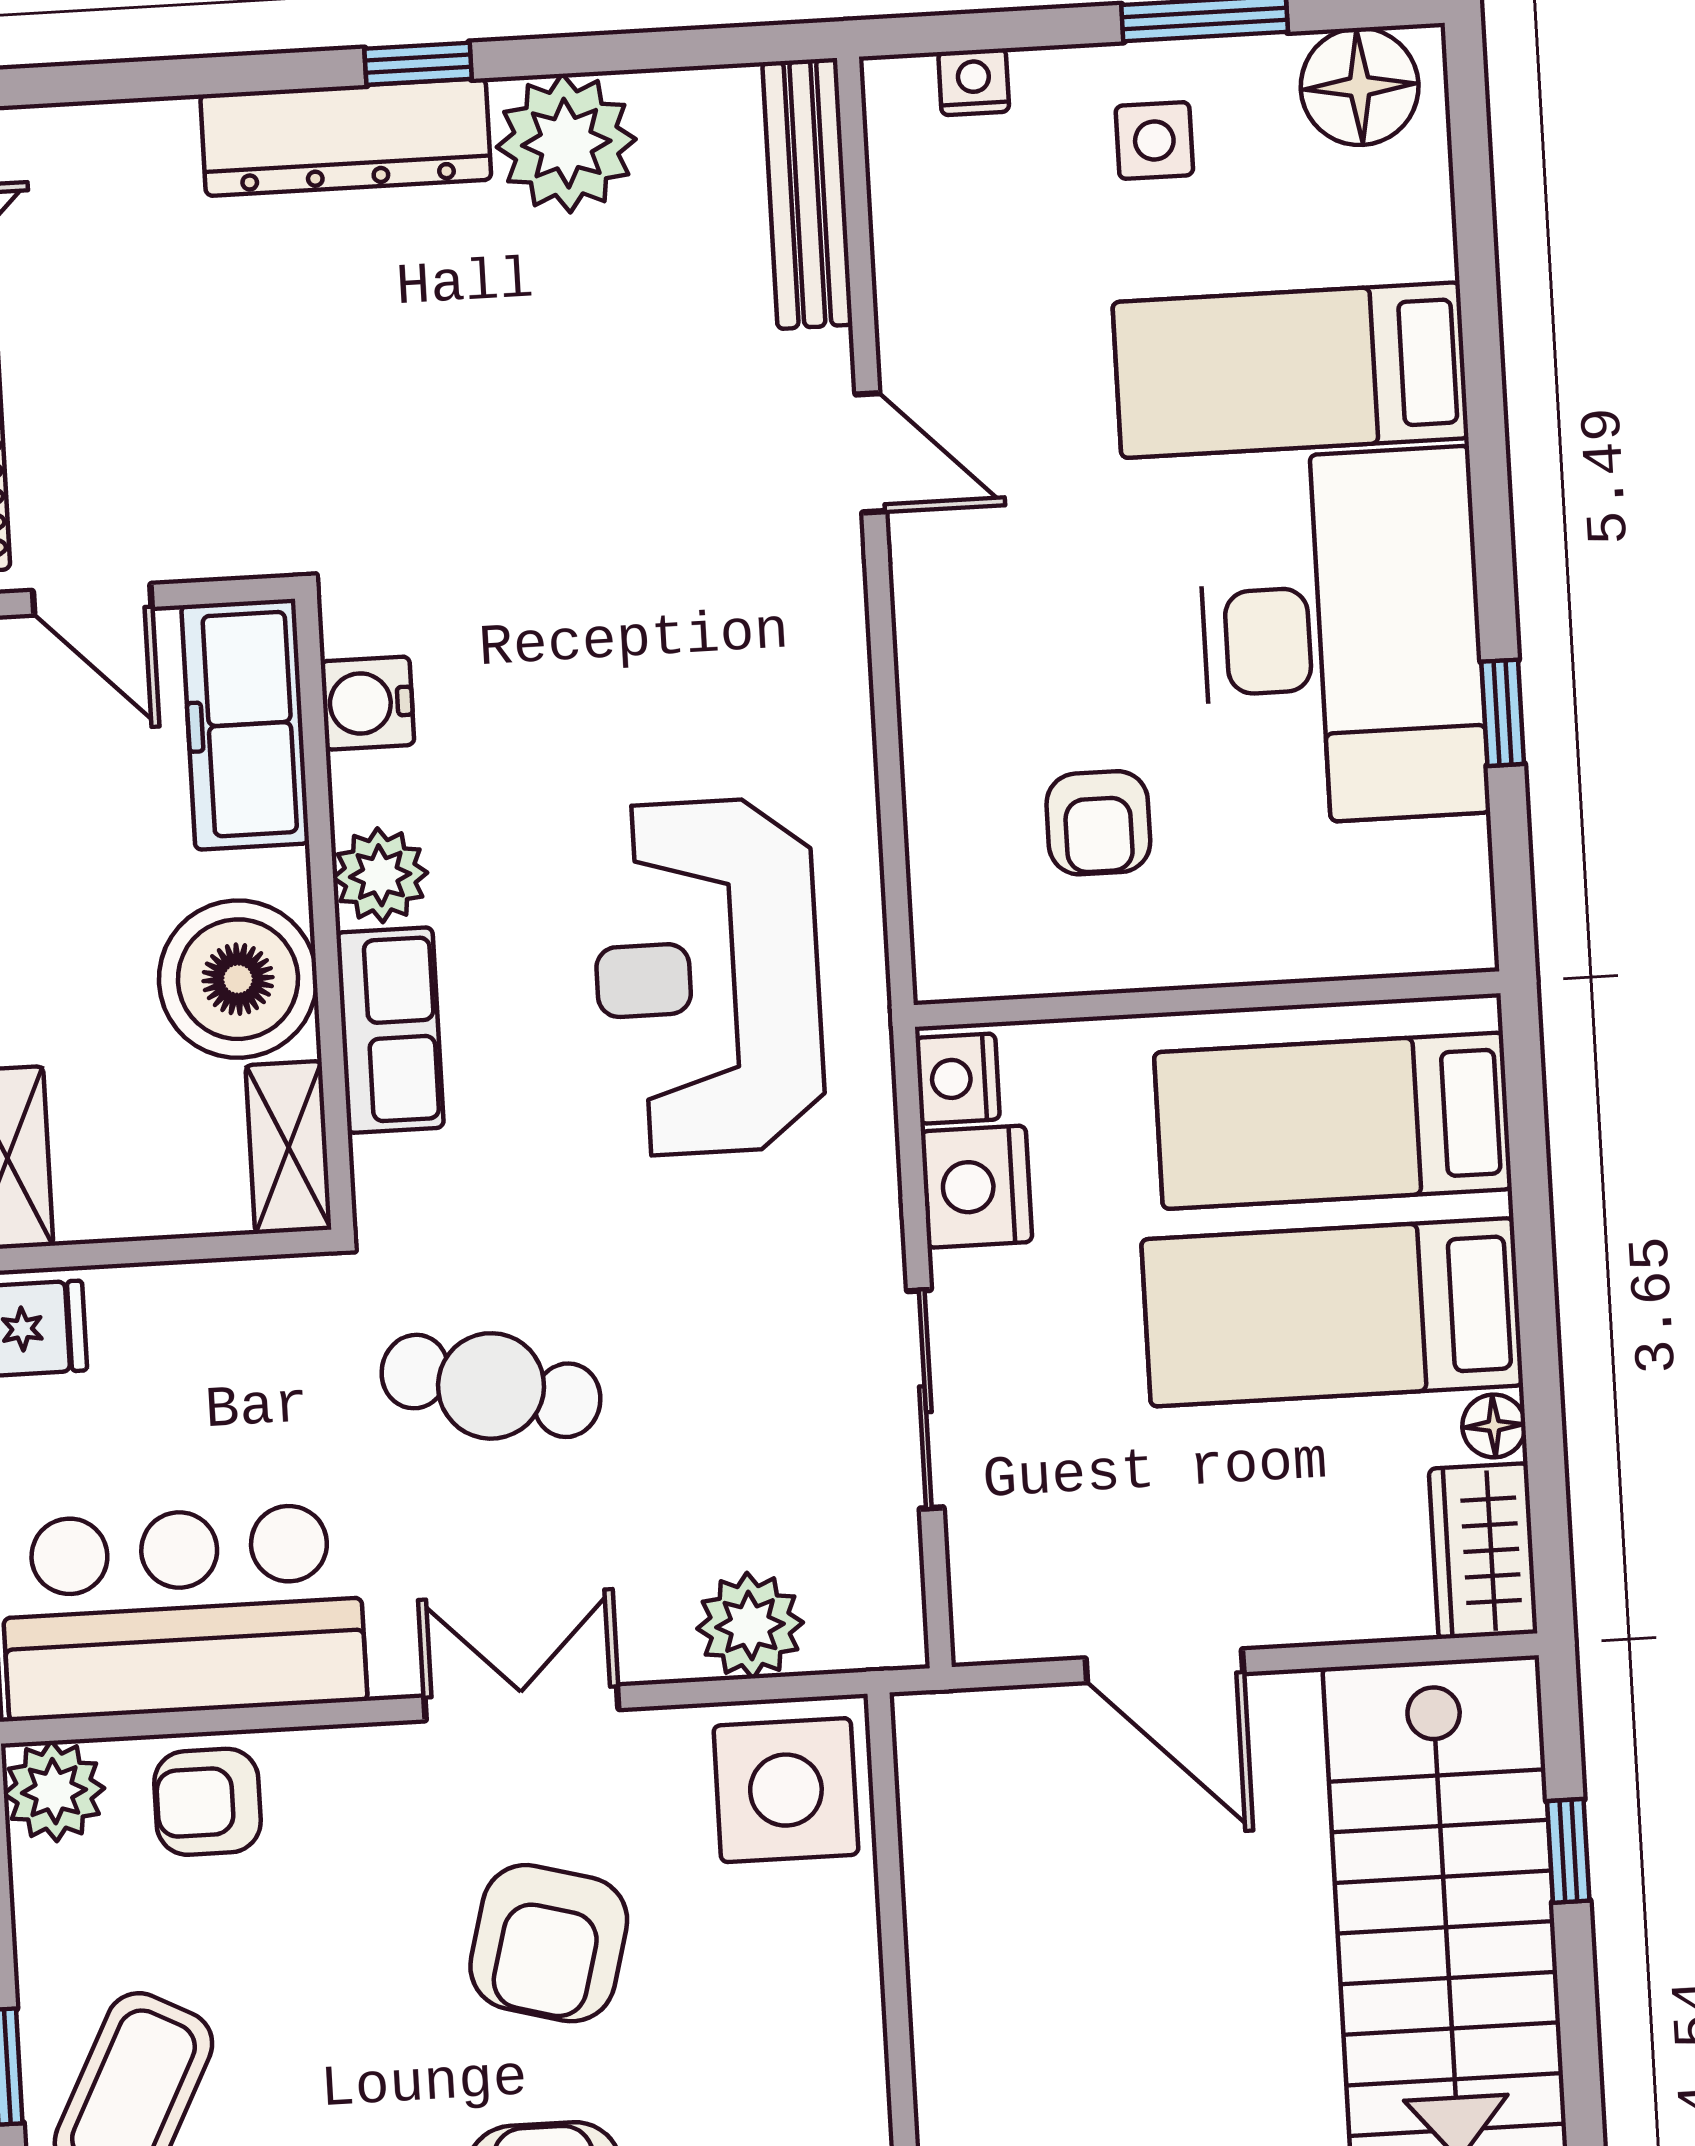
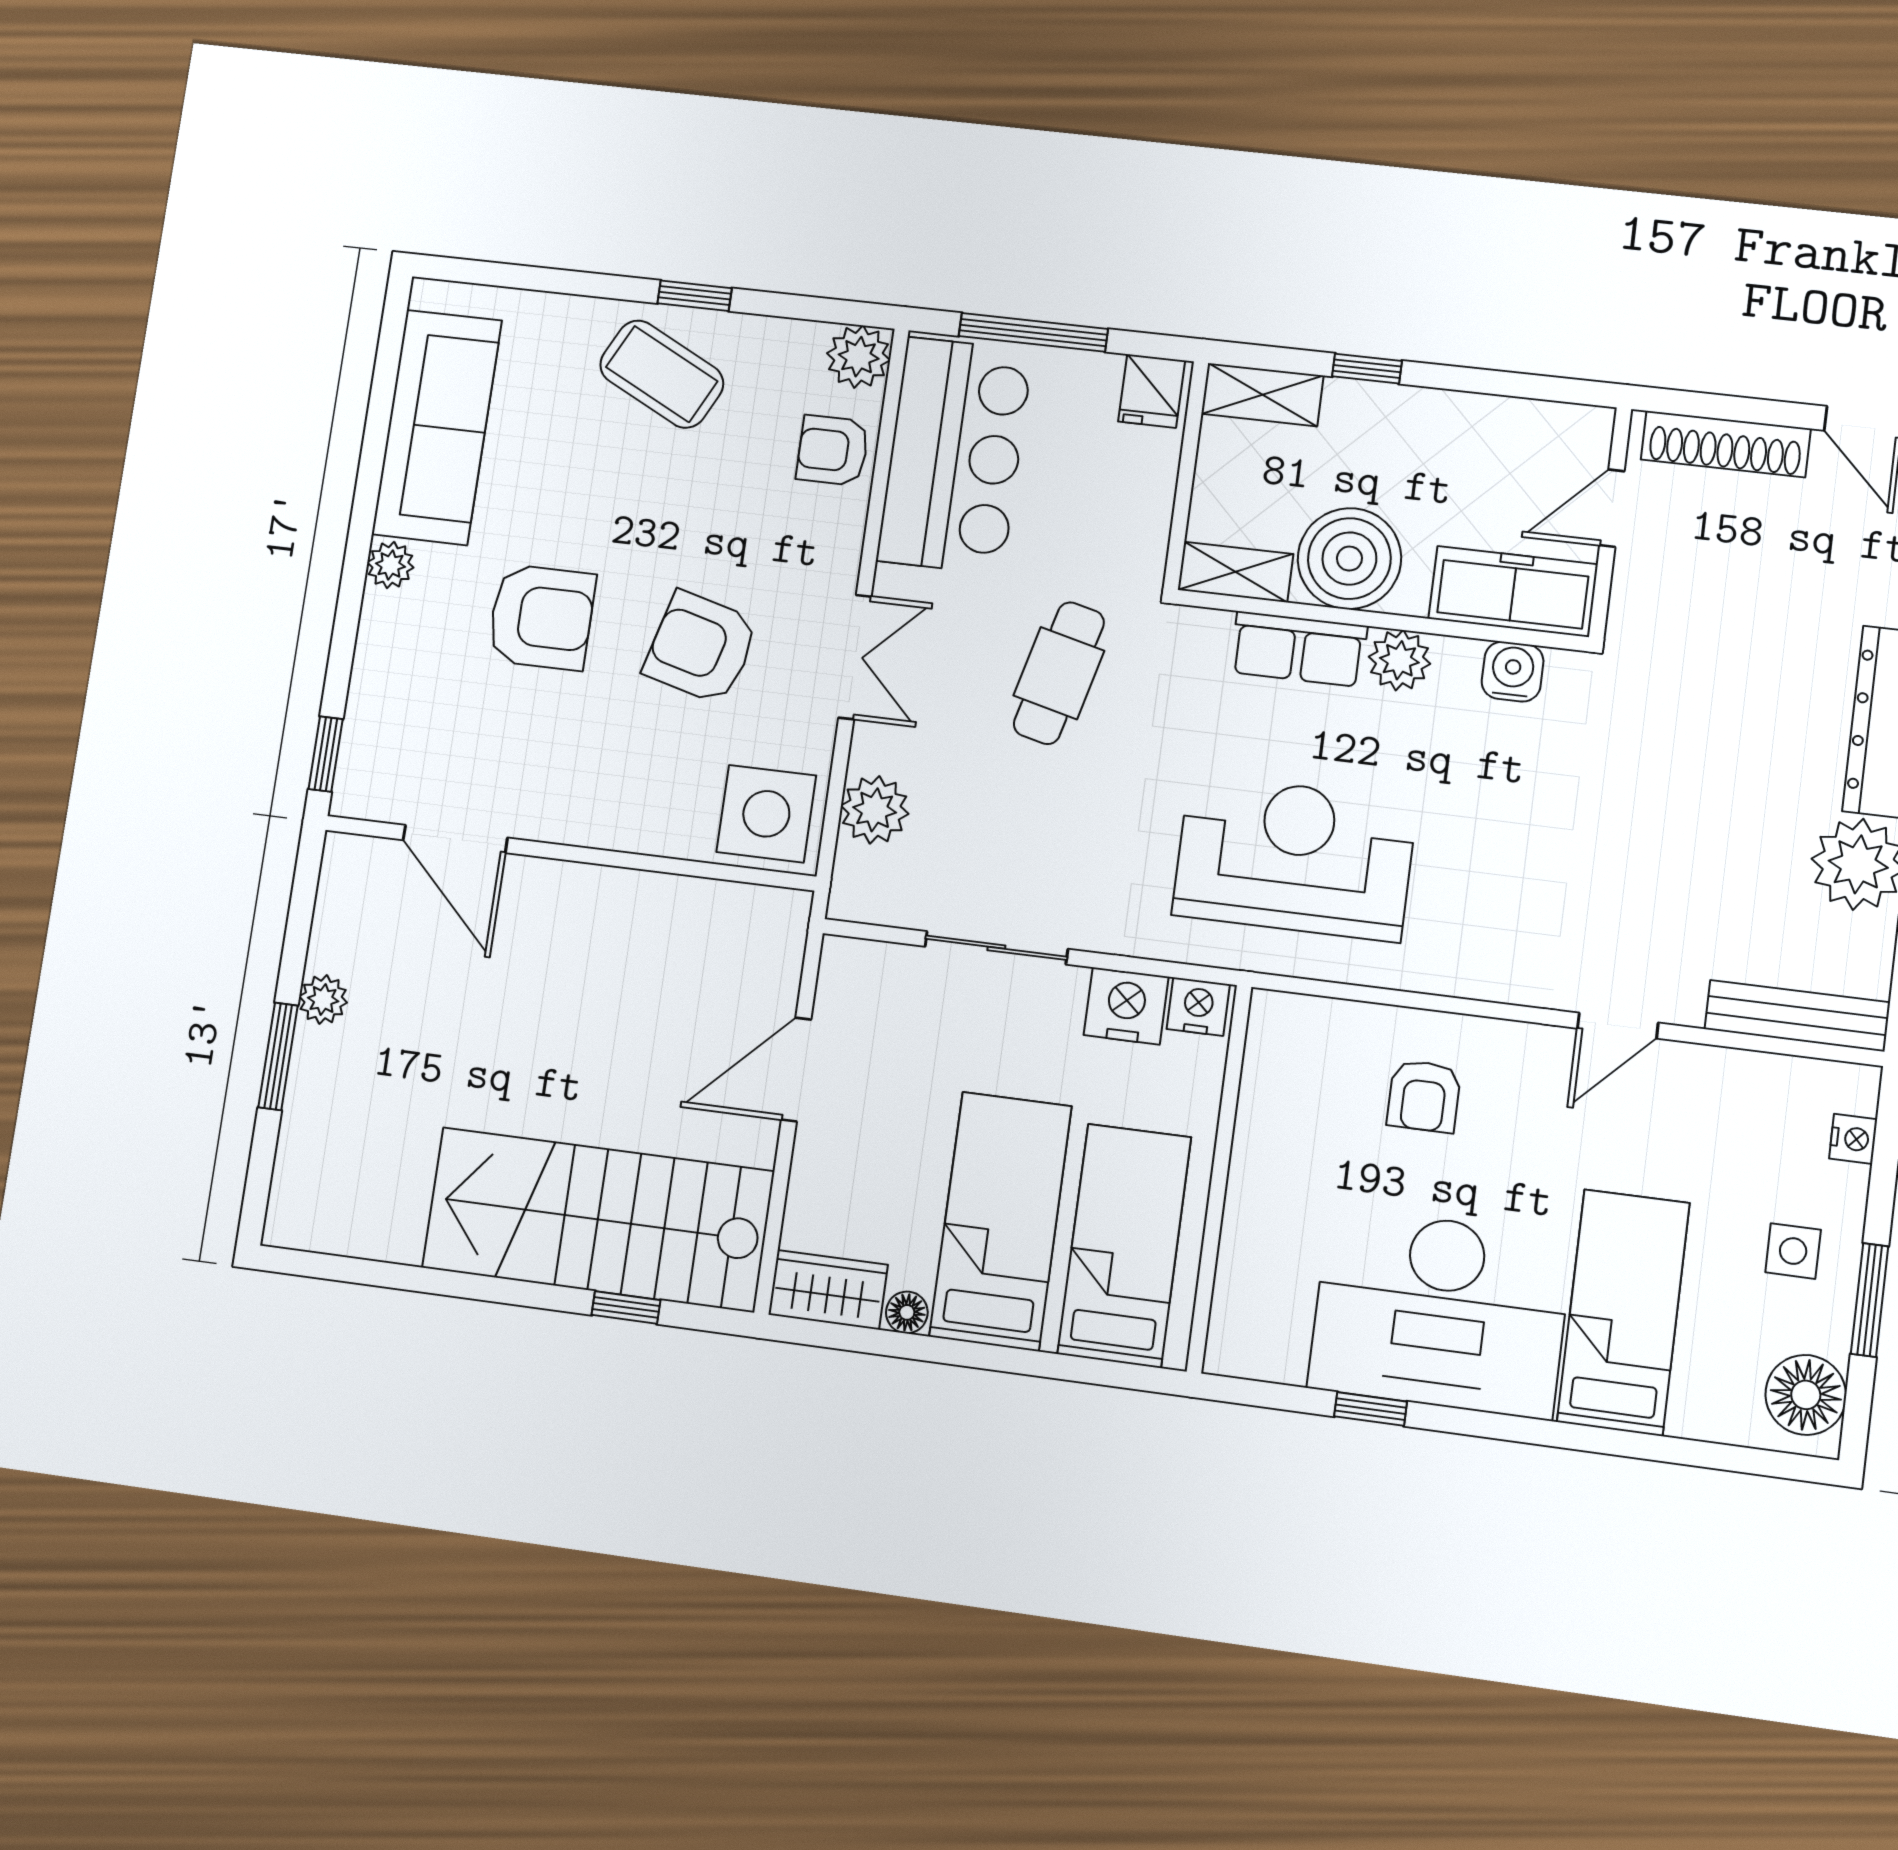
armchair: (1098, 823) -> (1424, 1096), moved, turned -90
armchair: (208, 1802) -> (833, 450), turned -90

